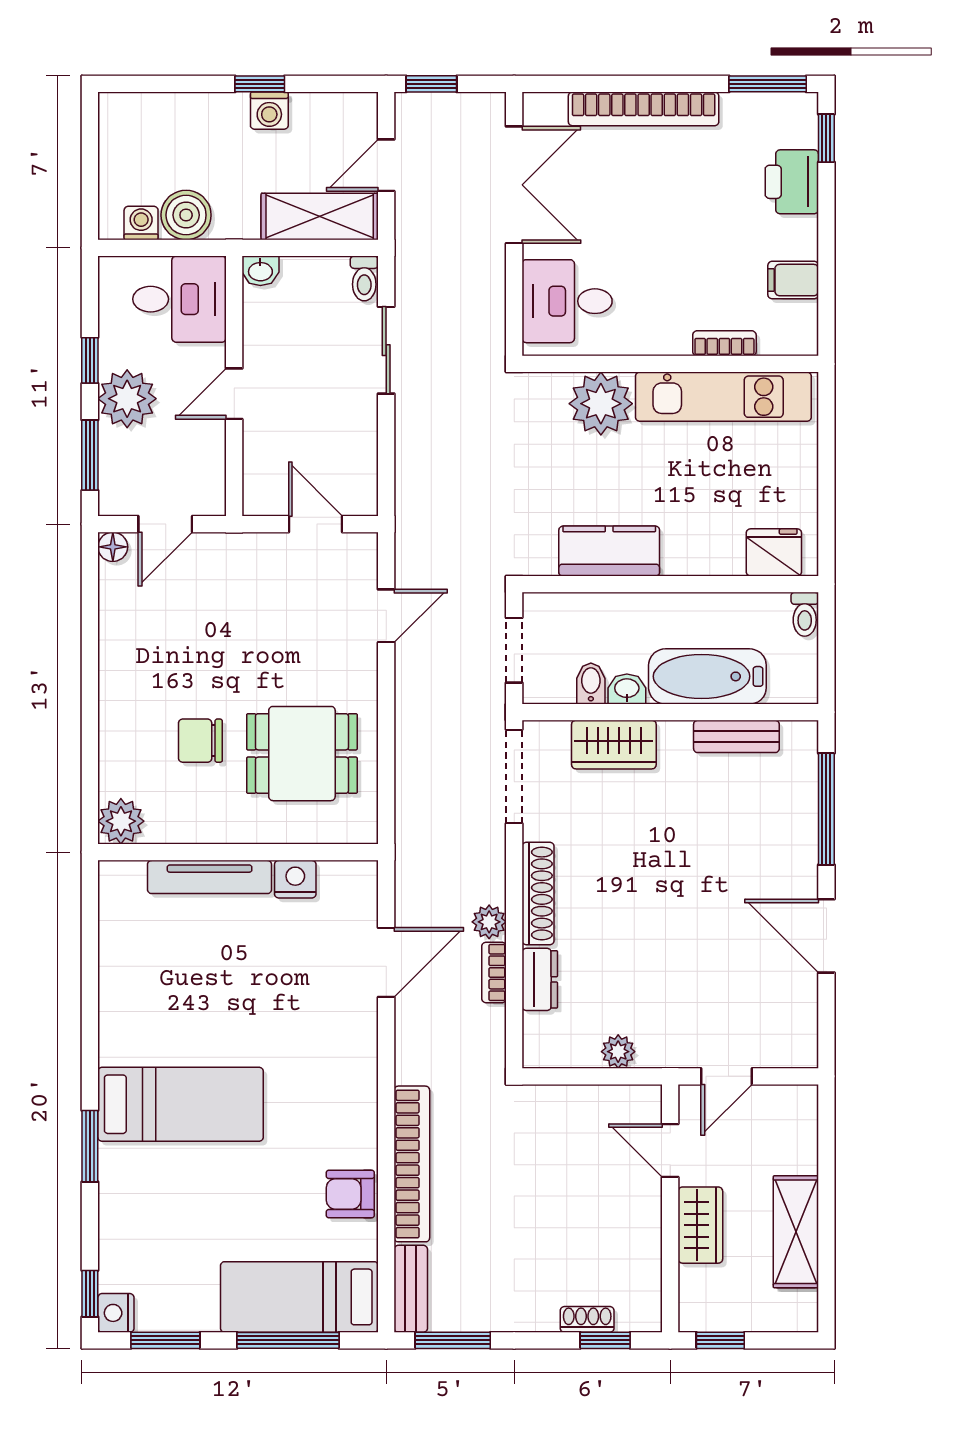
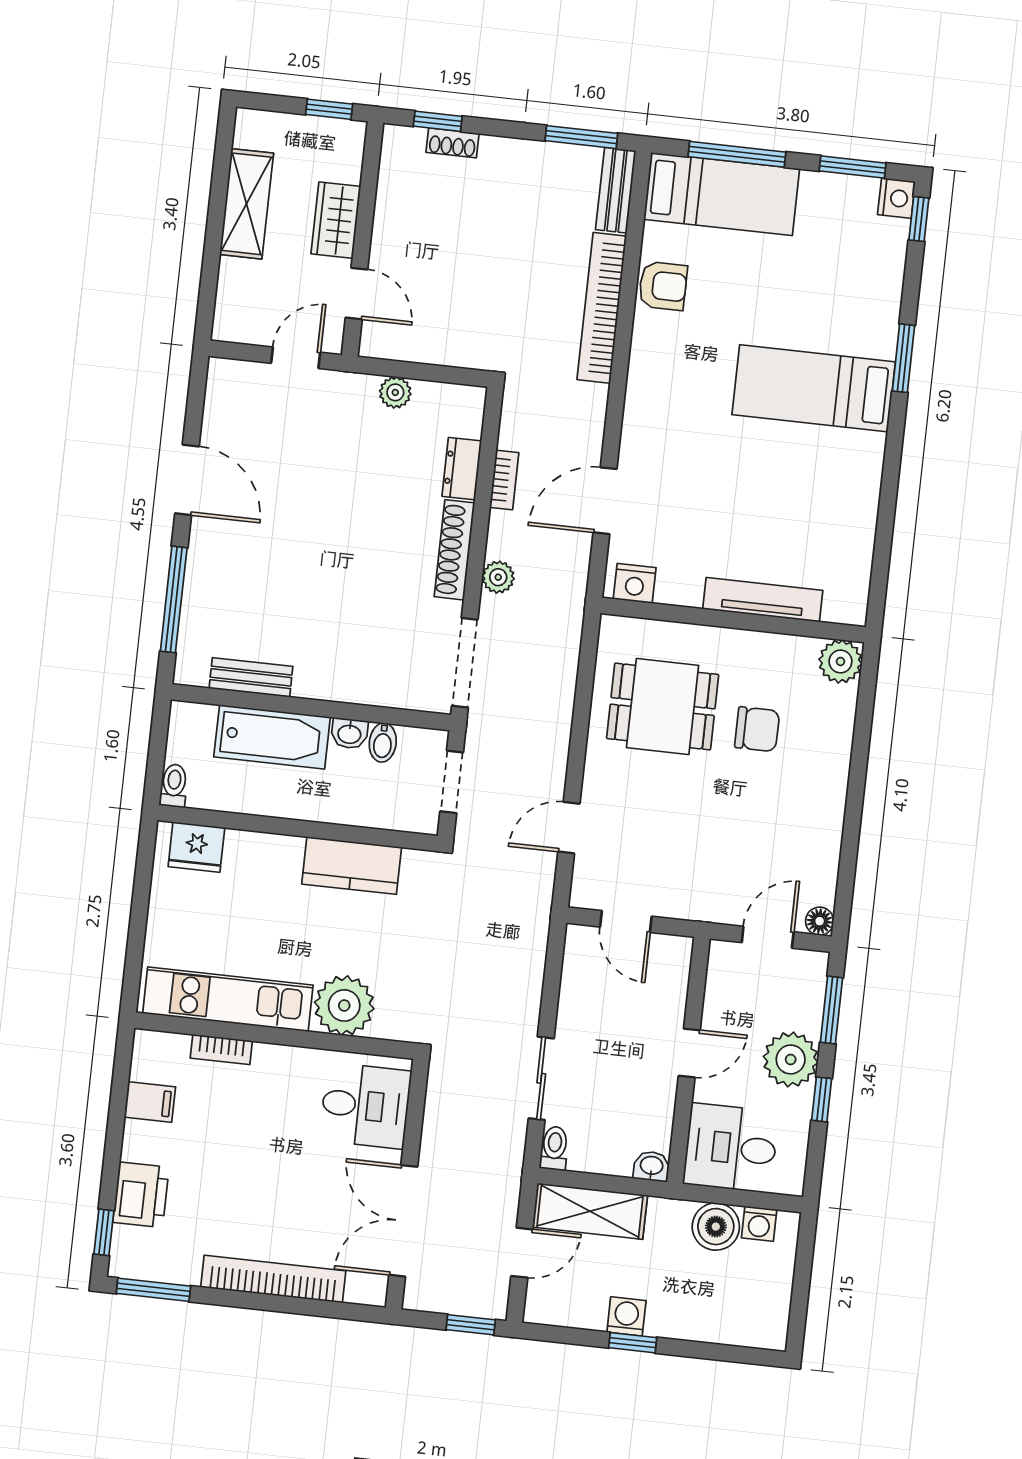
wardrobe: (614, 745) -> (367, 682), removed
nightstand: (295, 879) -> (635, 583), moved
plant: (489, 922) -> (498, 577), moved

